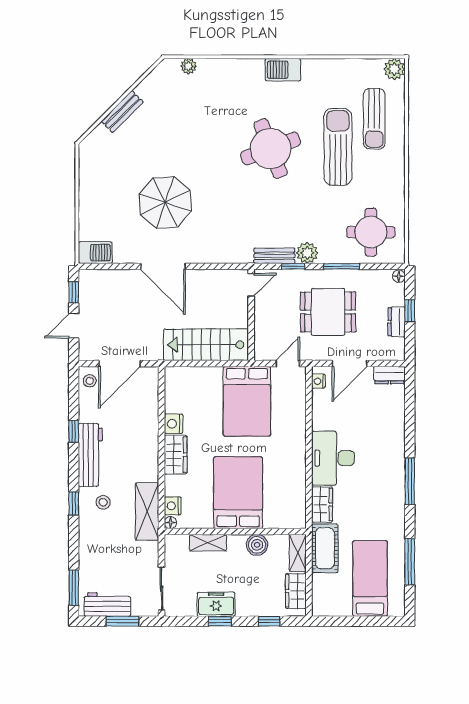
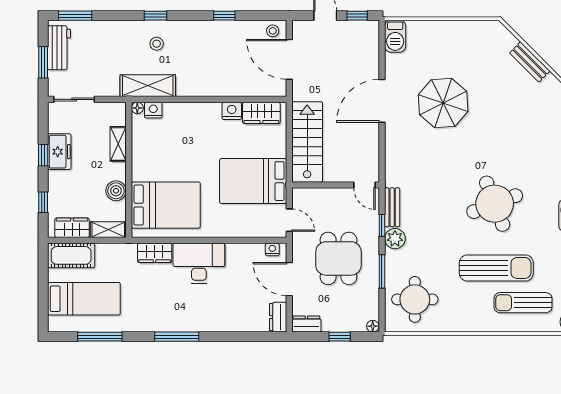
dresser: (397, 322) -> (306, 324), moved
workbench: (90, 455) -> (202, 31), removed
wardrobe: (176, 455) -> (261, 113), moved
bed: (238, 493) -> (166, 205), moved
cot: (325, 548) -> (71, 255), moved

